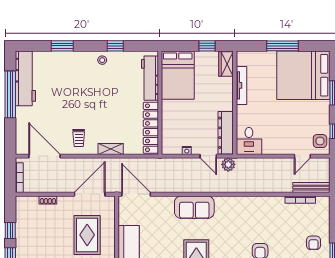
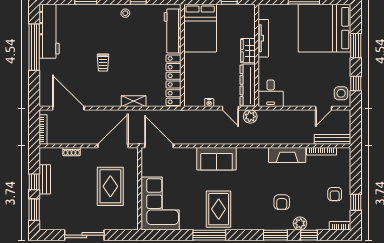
wardrobe: (226, 64) -> (248, 51), moved
trolley: (79, 138) -> (103, 63), moved
fireplace: (266, 203) -> (287, 155), added
bench: (21, 228) -> (45, 179), added

